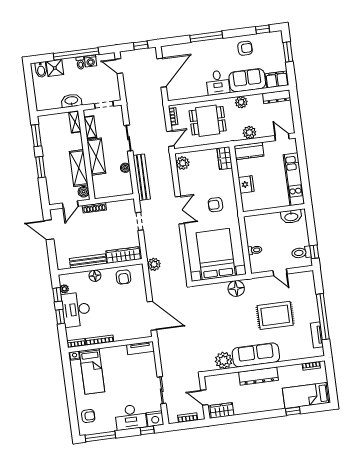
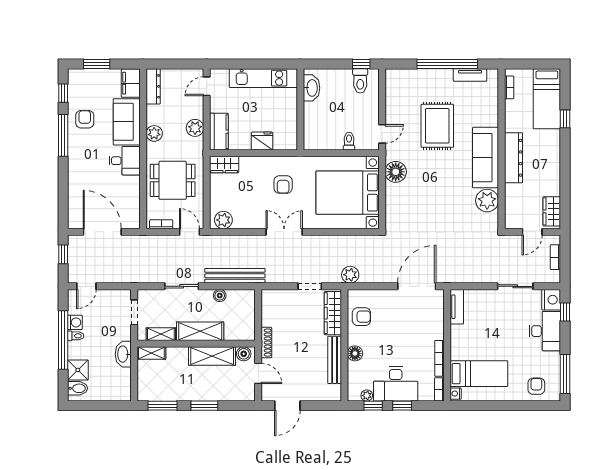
window: (206, 37) -> (63, 135), moved
dining table: (208, 121) -> (173, 180), turned 90
doorway: (139, 221) -> (310, 286), moved
door: (280, 272) -> (382, 134), moved

